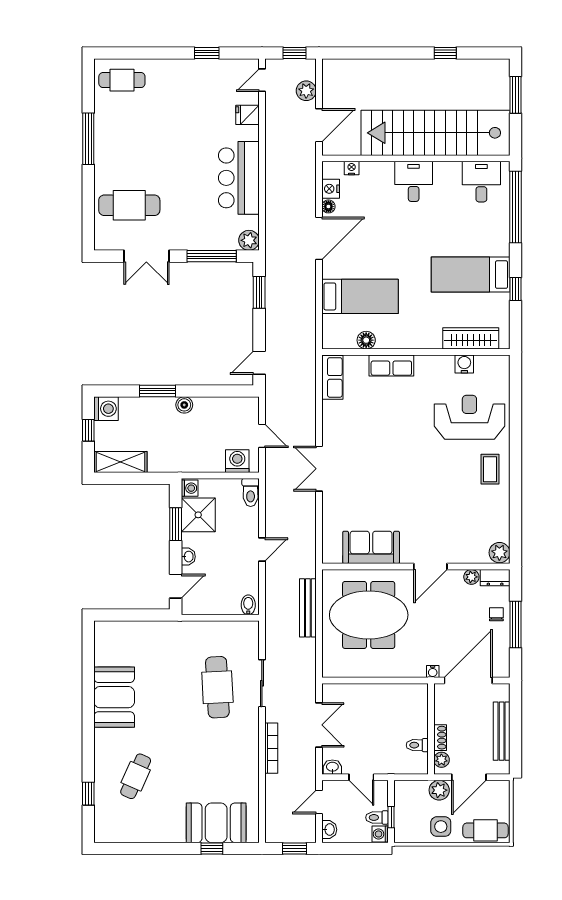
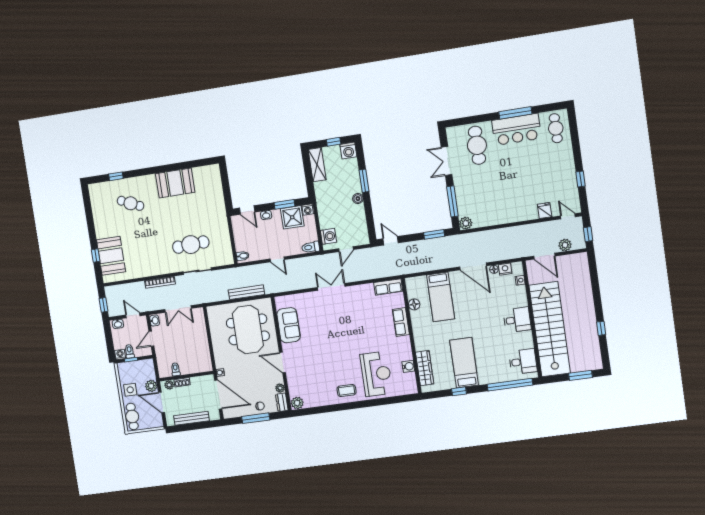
bar counter: (239, 178) -> (516, 129), moved, turned 180

